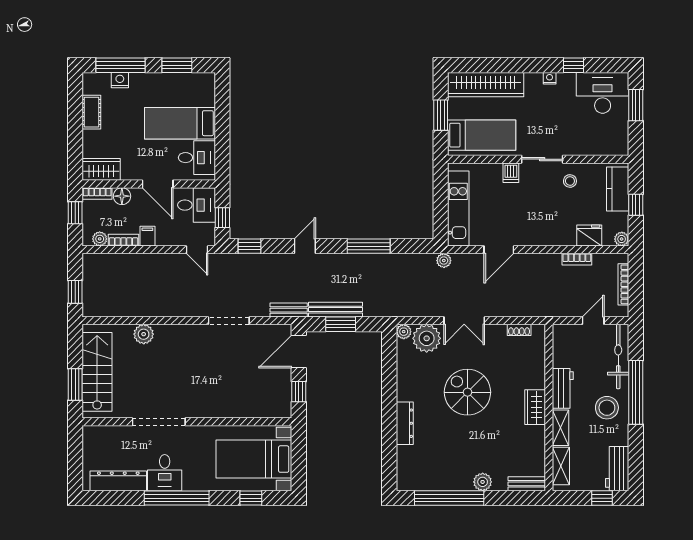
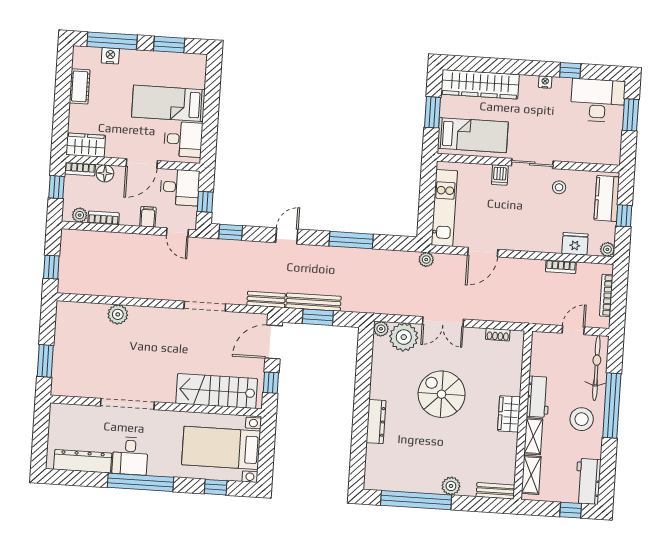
door: (158, 184) -> (142, 163), hinge flipped
filing cabinet: (147, 236) -> (148, 217), moved
stairs: (97, 372) -> (217, 391), moved, turned -90

